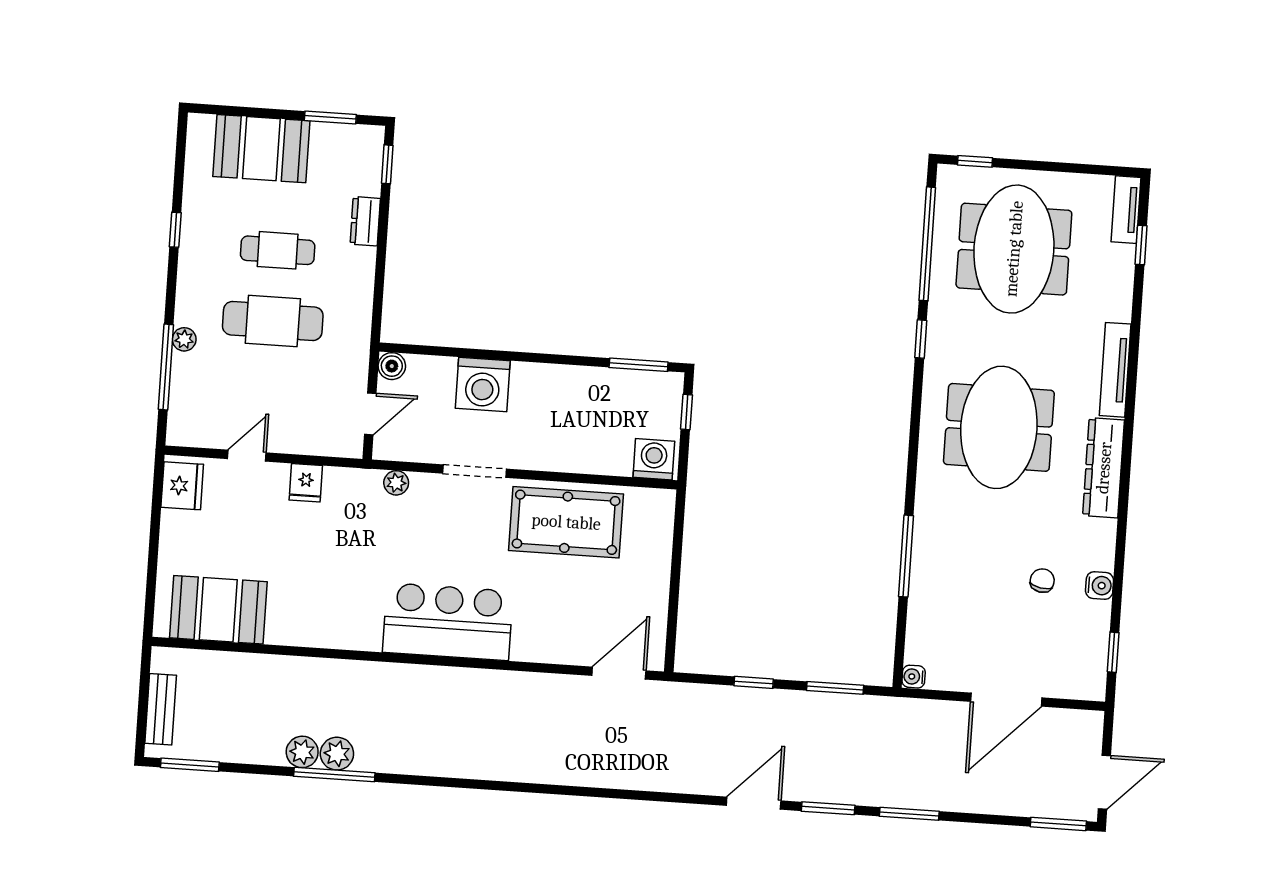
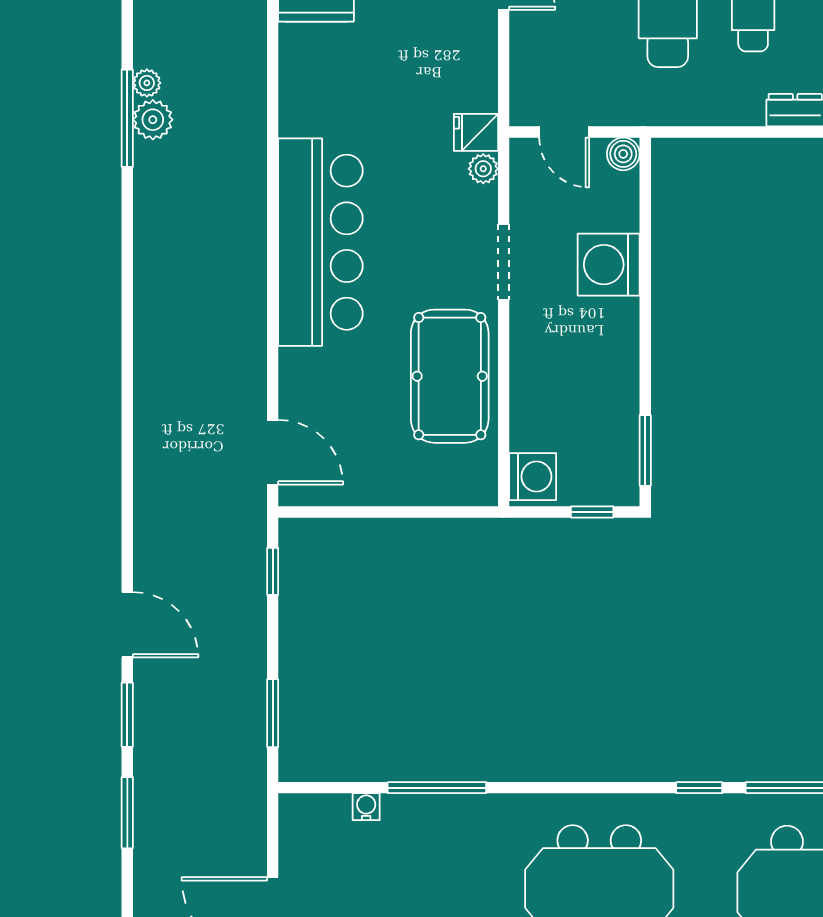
fridge: (306, 483) -> (476, 132), moved
bar counter: (448, 622) -> (320, 242), width x1.36
water cooler: (914, 677) -> (366, 807), moved
window: (754, 682) -> (273, 571), moved
plant: (302, 752) -> (147, 83), width x0.73, depth x0.73

